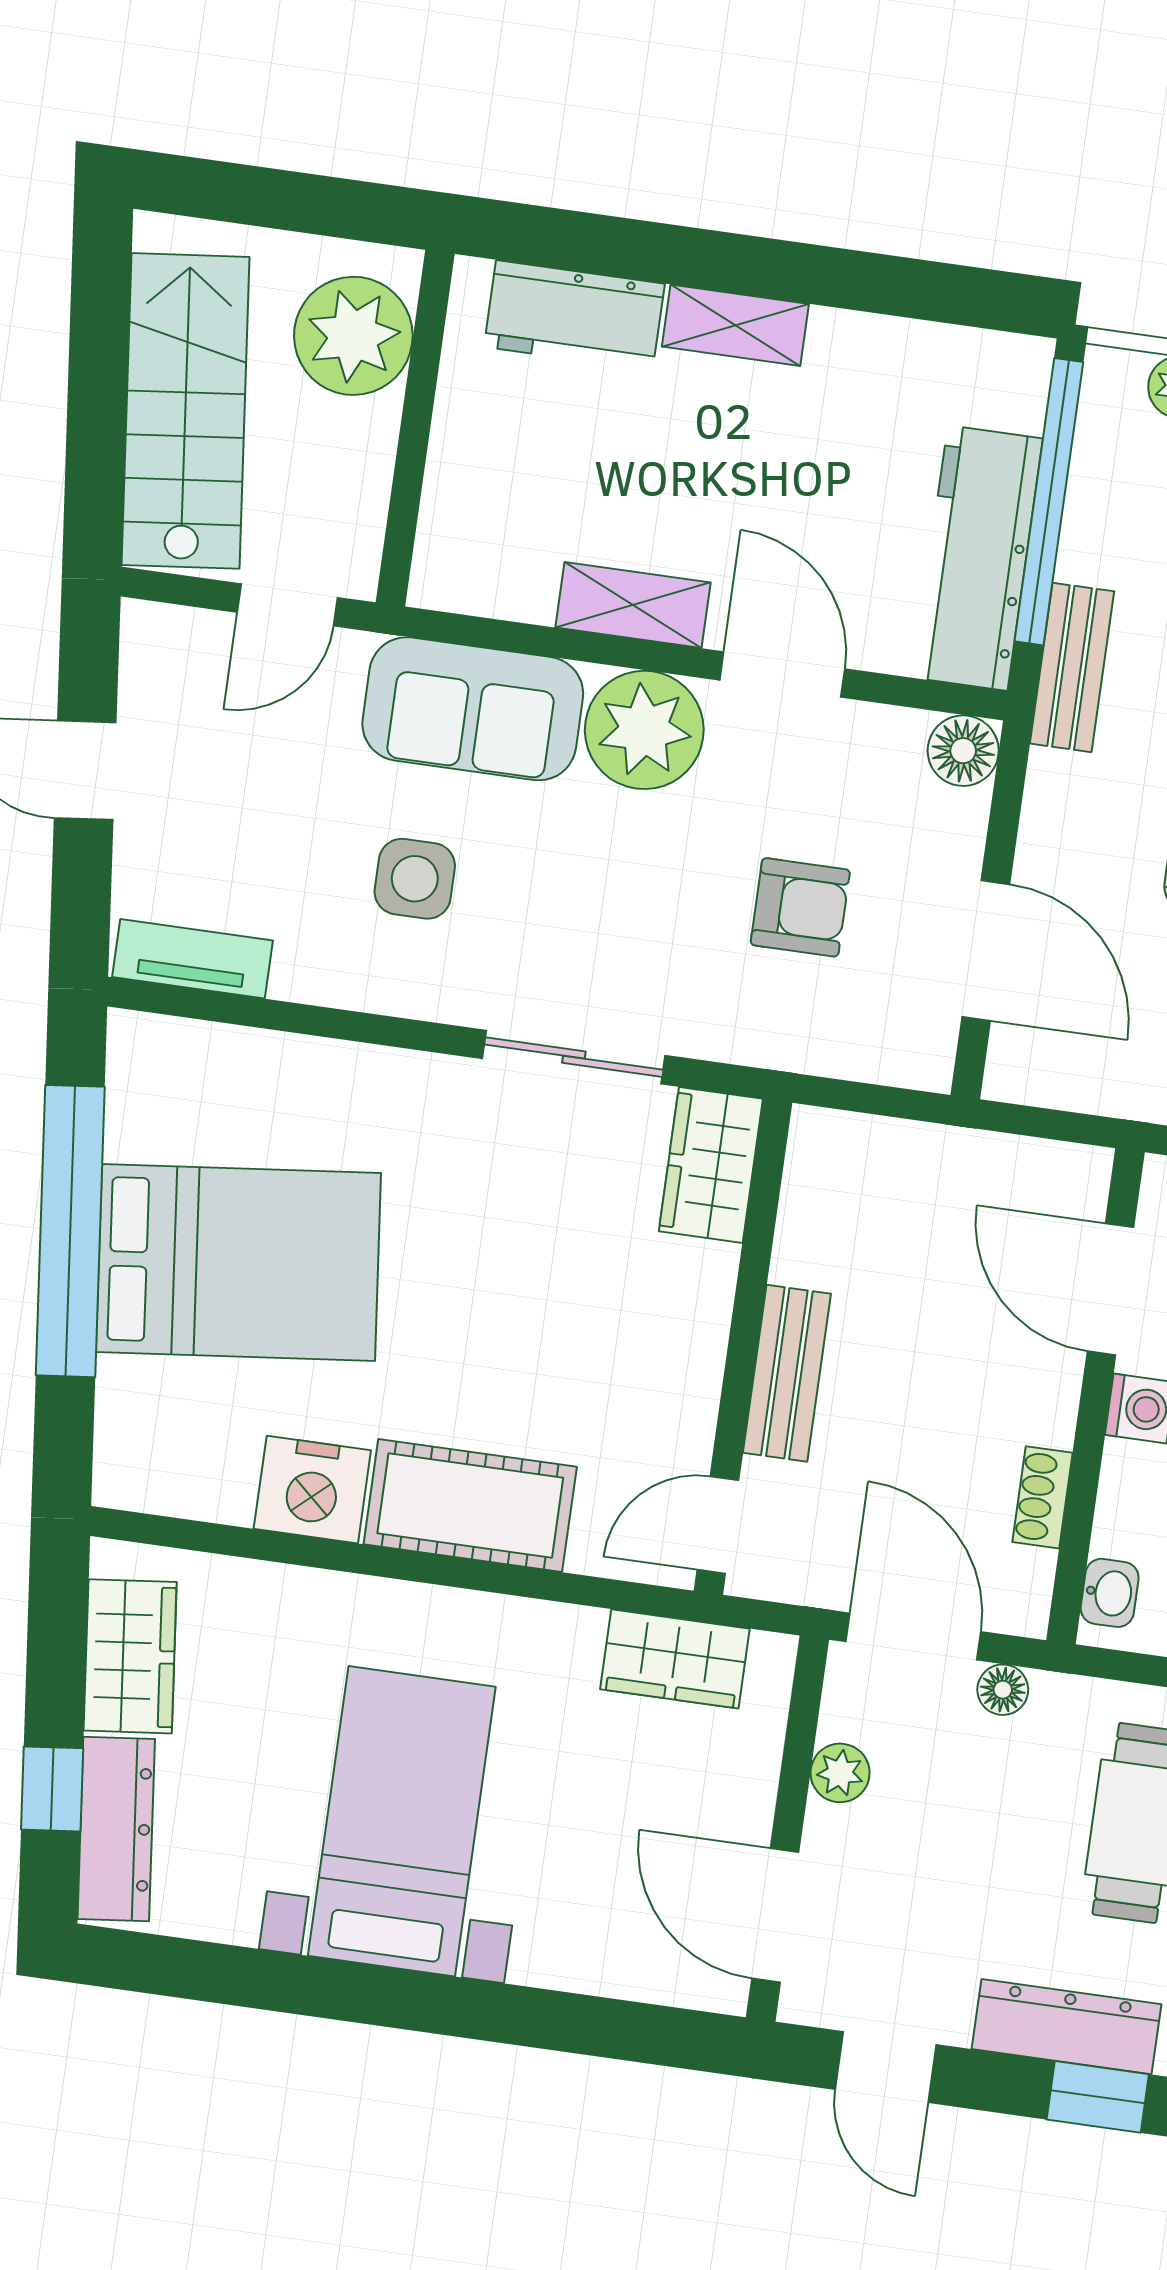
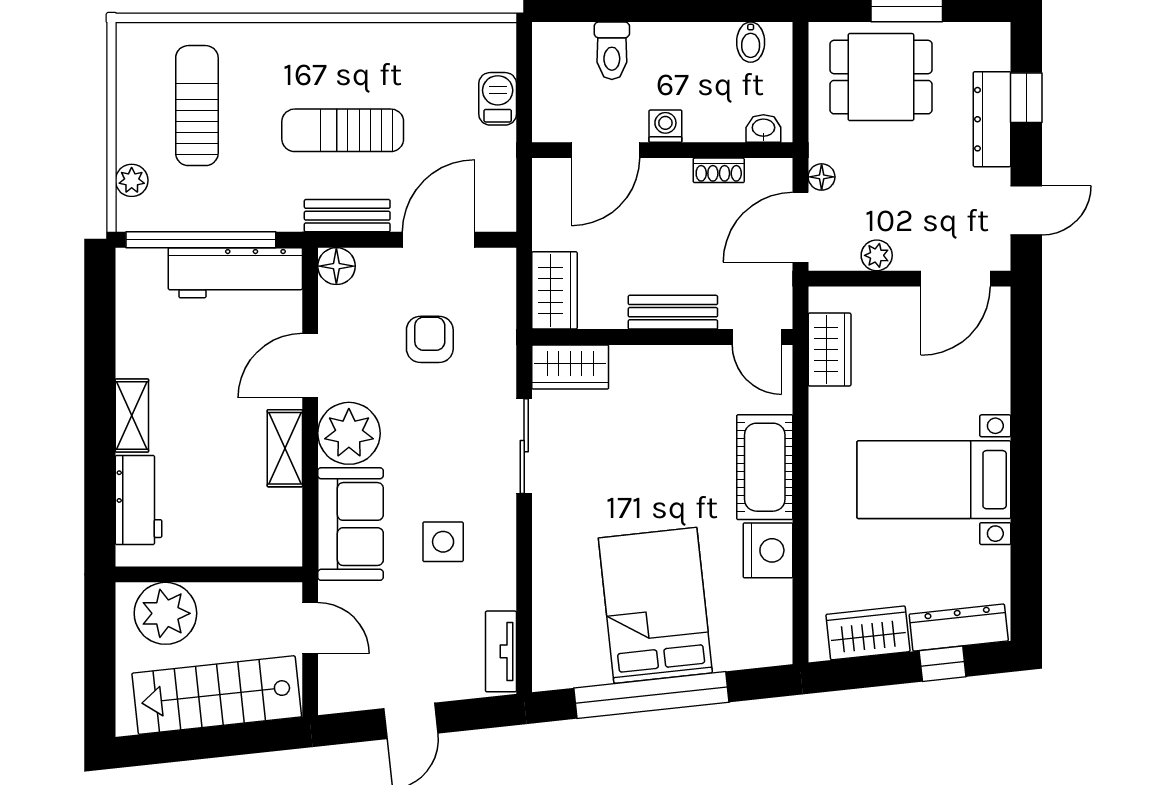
bench: (1072, 667) -> (347, 216), moved
wardrobe: (860, 1156) -> (554, 290), added

